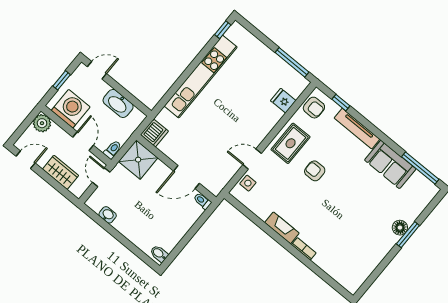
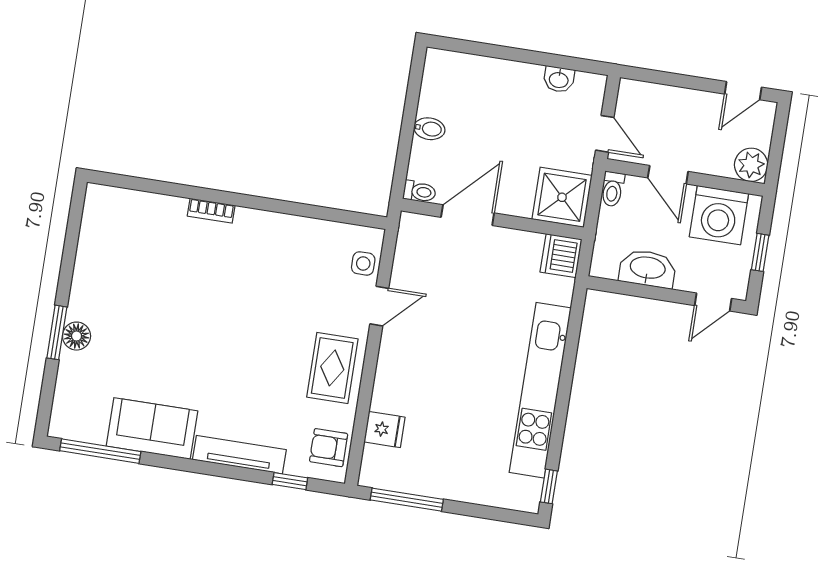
armchair: (315, 171) -> (267, 346), removed
wardrobe: (61, 172) -> (675, 103), removed
fireplace: (282, 228) -> (266, 224), removed
bidet: (159, 254) -> (429, 129), moved

